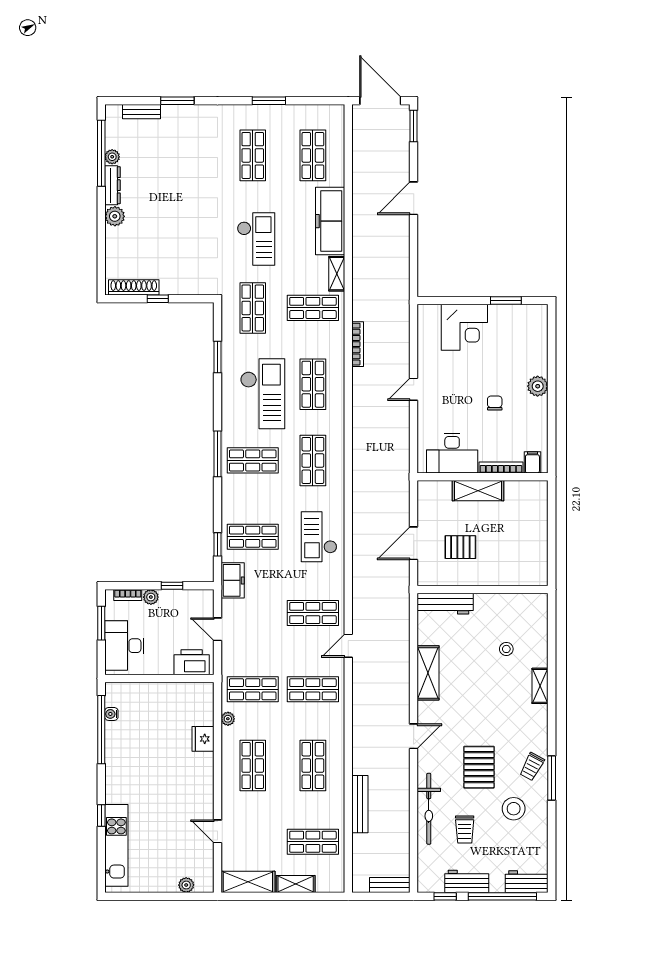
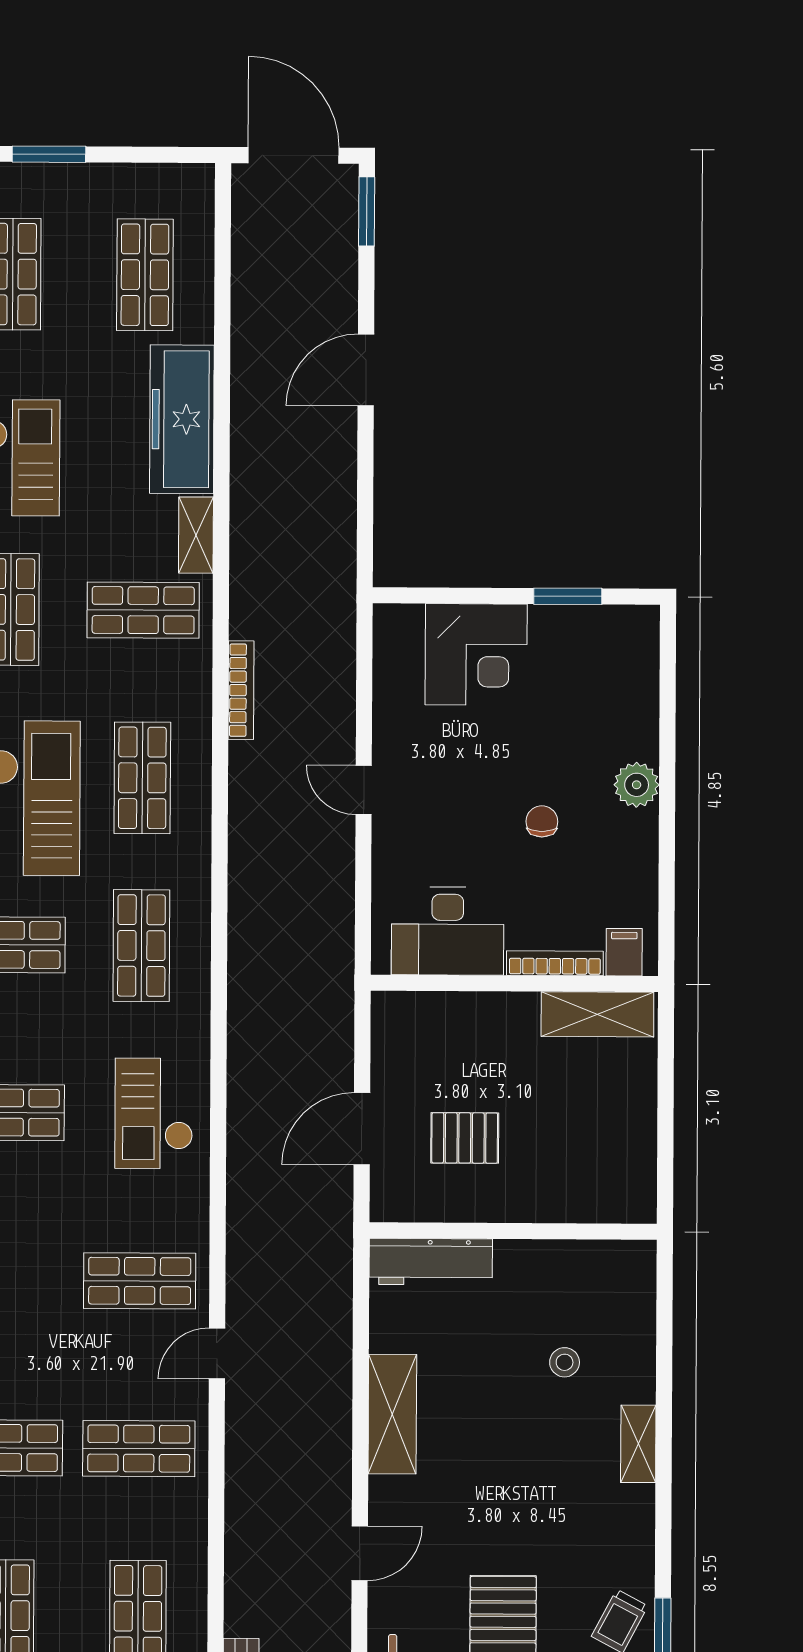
door: (414, 389) -> (364, 790), hinge flipped
shelving: (478, 491) -> (597, 1014), moved

